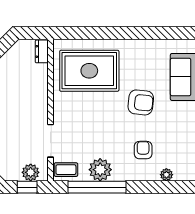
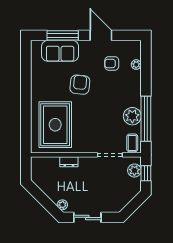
dresser: (42, 51) -> (69, 162), moved
armchair: (143, 150) -> (112, 63), moved

